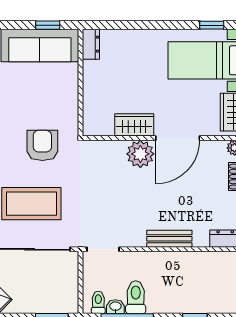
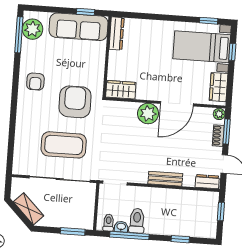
dresser: (91, 44) -> (117, 33), width x1.44
wardrobe: (134, 125) -> (121, 90), moved
armchair: (42, 145) -> (75, 102), width x1.36, depth x1.36

